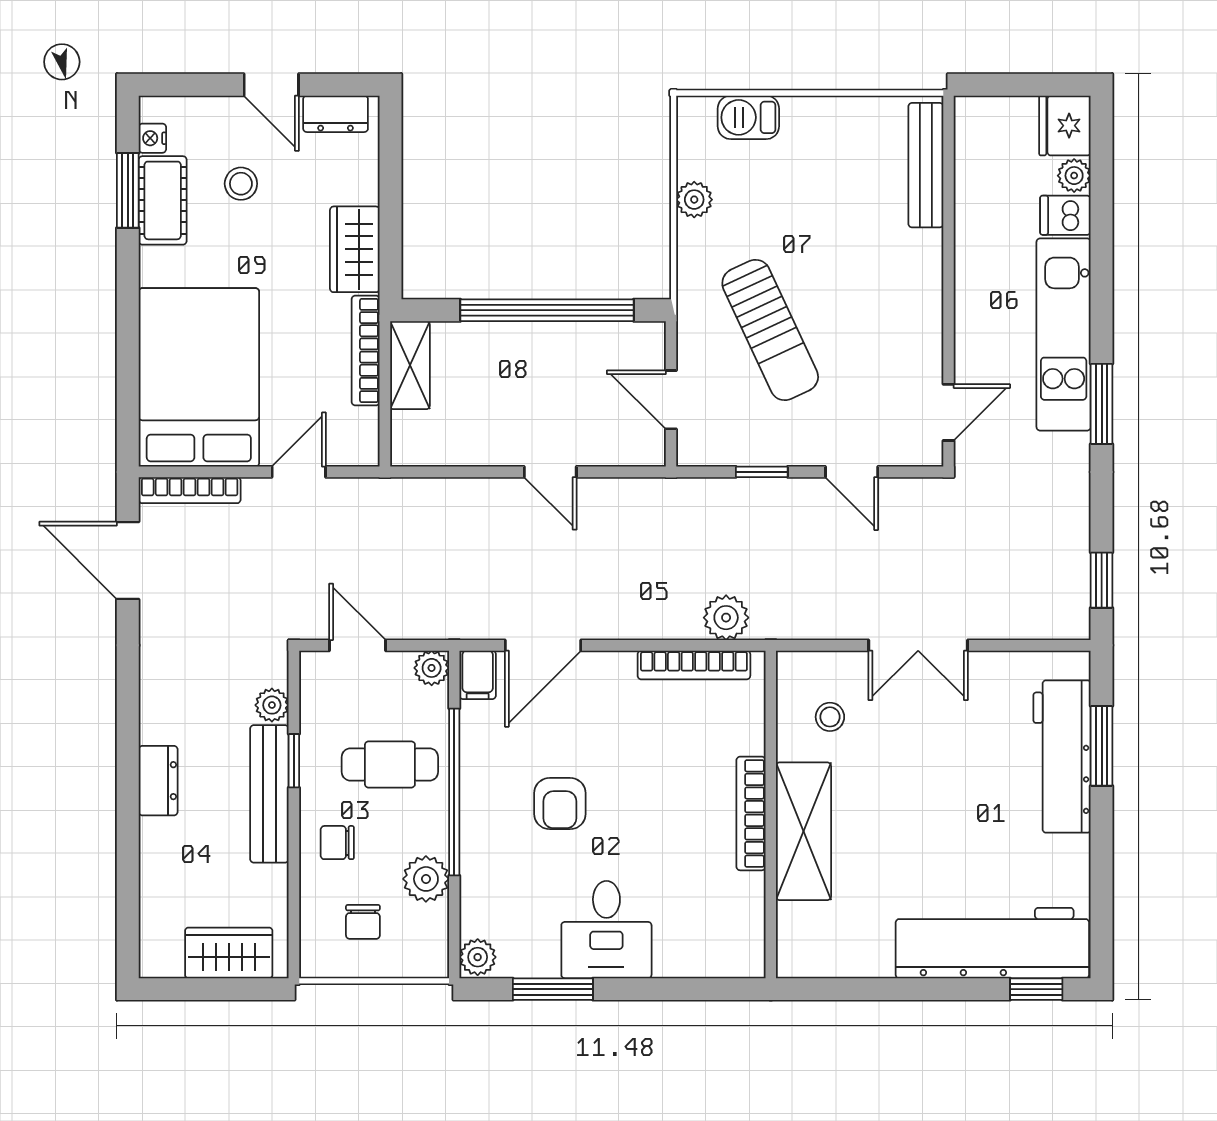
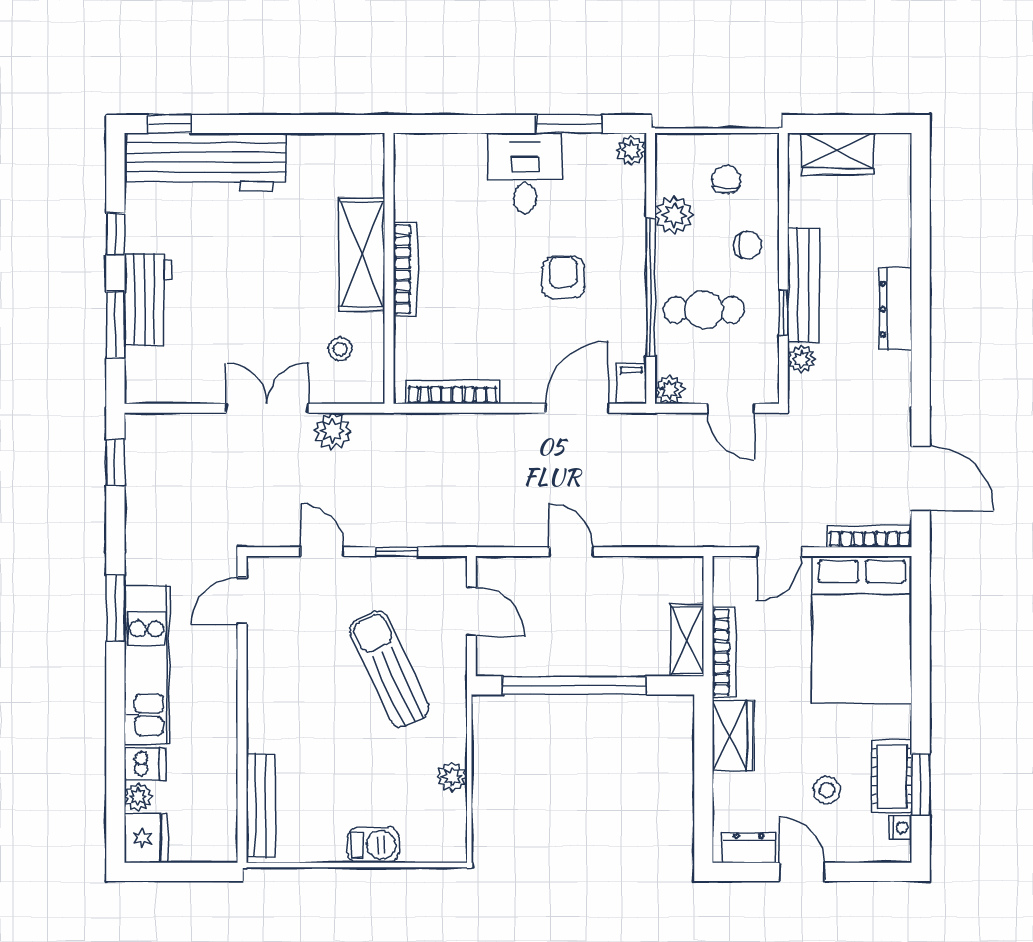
barbecue: (748, 117) -> (373, 845), moved
plant: (726, 618) -> (332, 431), moved
workbench: (1062, 757) -> (148, 299), width x0.73
dresser: (158, 781) -> (896, 309), width x1.44
window: (1102, 856) -> (115, 234), added

